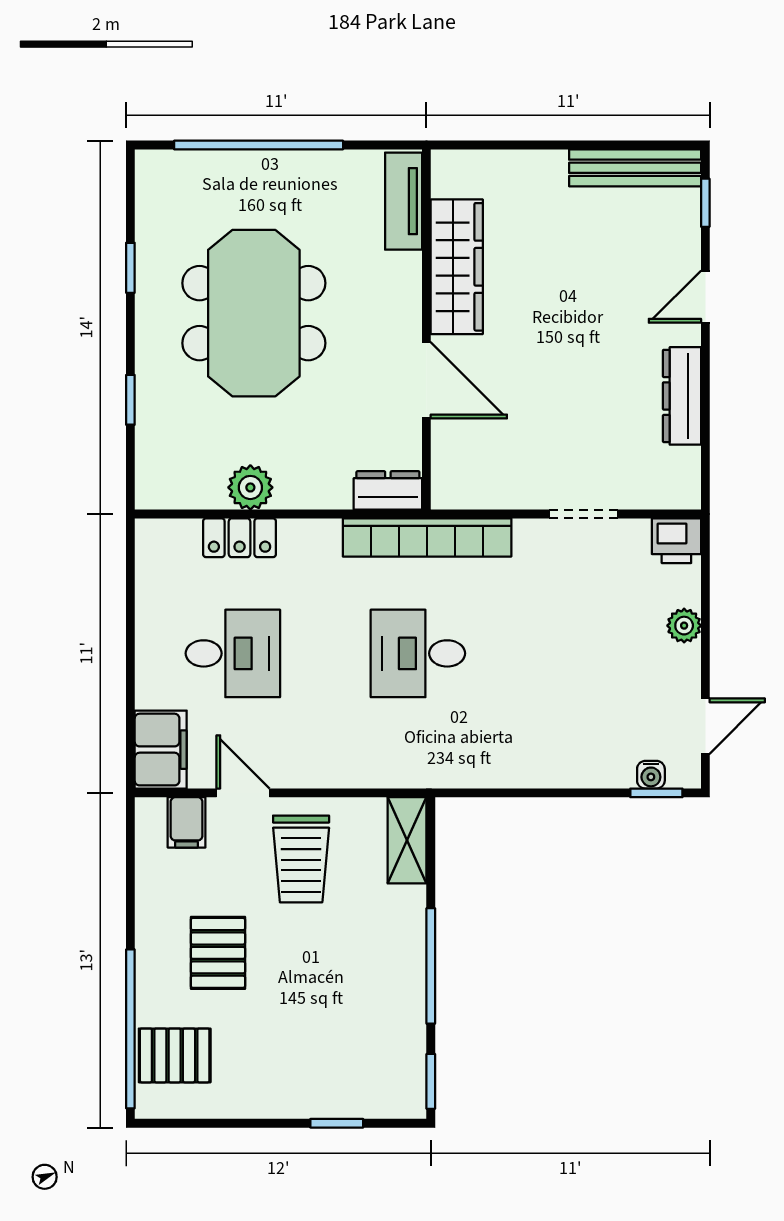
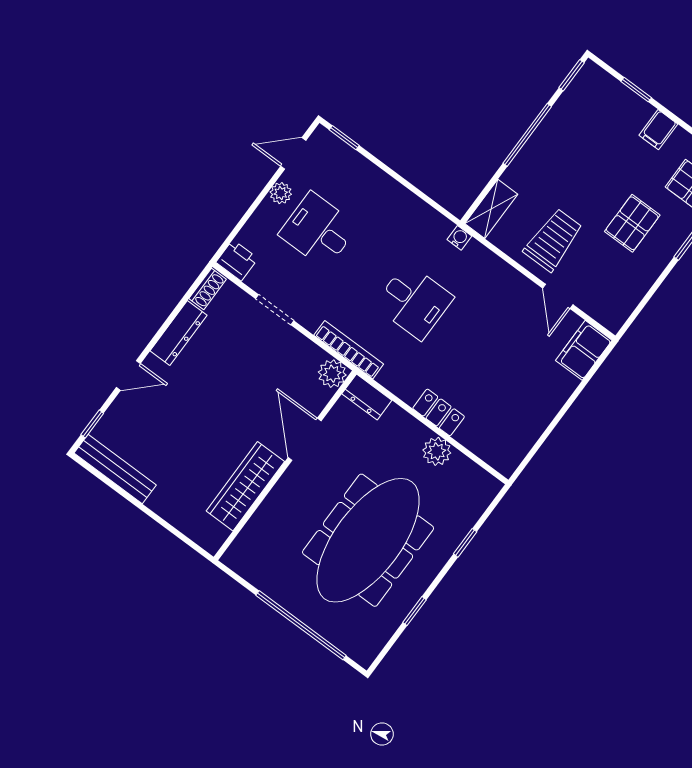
tv unit: (404, 201) -> (248, 541), removed
meeting table: (254, 313) -> (368, 540), width x1.36
shoe rack: (687, 478) -> (208, 289), added
plant: (453, 488) -> (332, 374), added
bookcase: (427, 537) -> (349, 350), width x0.68, depth x0.76
locker: (240, 538) -> (439, 412), moved
plant: (684, 626) -> (281, 193), moved
desk: (233, 653) -> (318, 230), moved
water cooler: (651, 775) -> (459, 238), moved
filing cabinet: (187, 822) -> (658, 130), moved, turned 180

